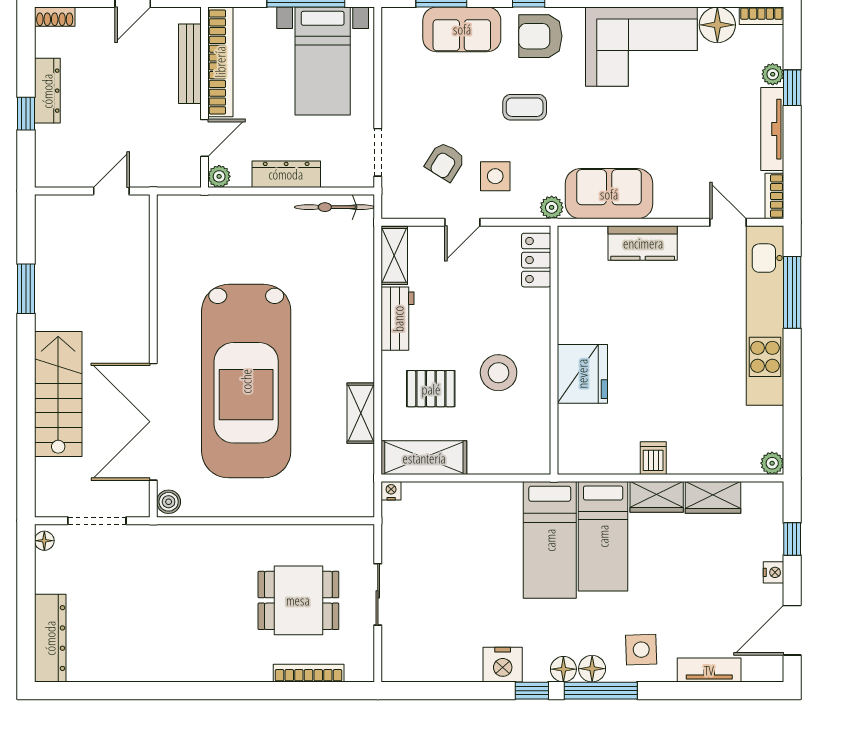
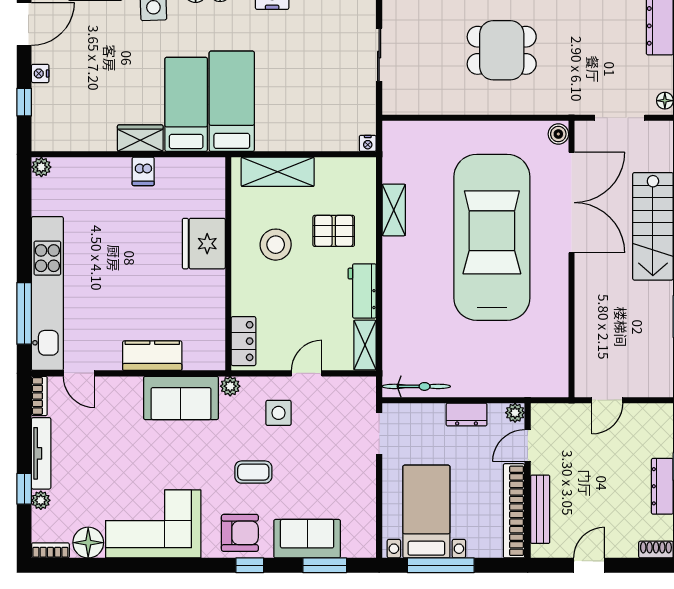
armchair: (445, 162) -> (321, 425), removed
dresser: (286, 174) -> (467, 415), width x0.70
shelving: (424, 458) -> (278, 172), moved
wardrobe: (713, 497) -> (92, 138), removed
dining table: (298, 600) -> (502, 50), moved

